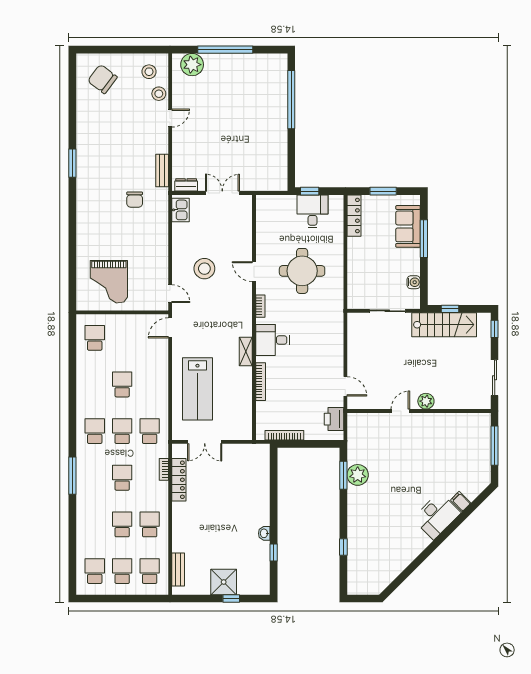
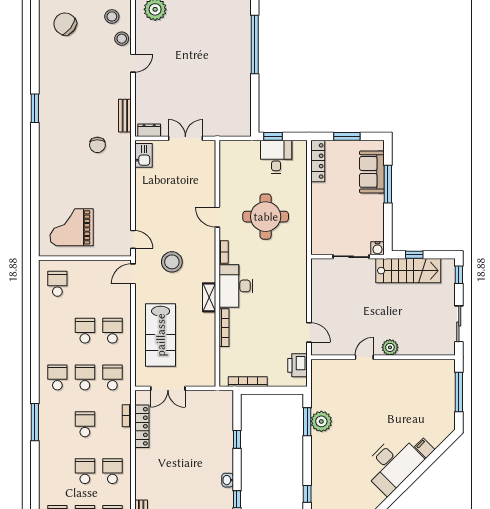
stool: (204, 269) -> (172, 262), moved
grand piano: (109, 282) -> (72, 227), turned 90
water cooler: (414, 282) -> (377, 248), moved, turned 90
desk: (273, 340) -> (236, 286), width x1.37
school desk: (150, 384) -> (112, 331), added
window: (274, 493) -> (237, 439), added
desk: (437, 516) -> (392, 464), width x1.36, depth x1.30

